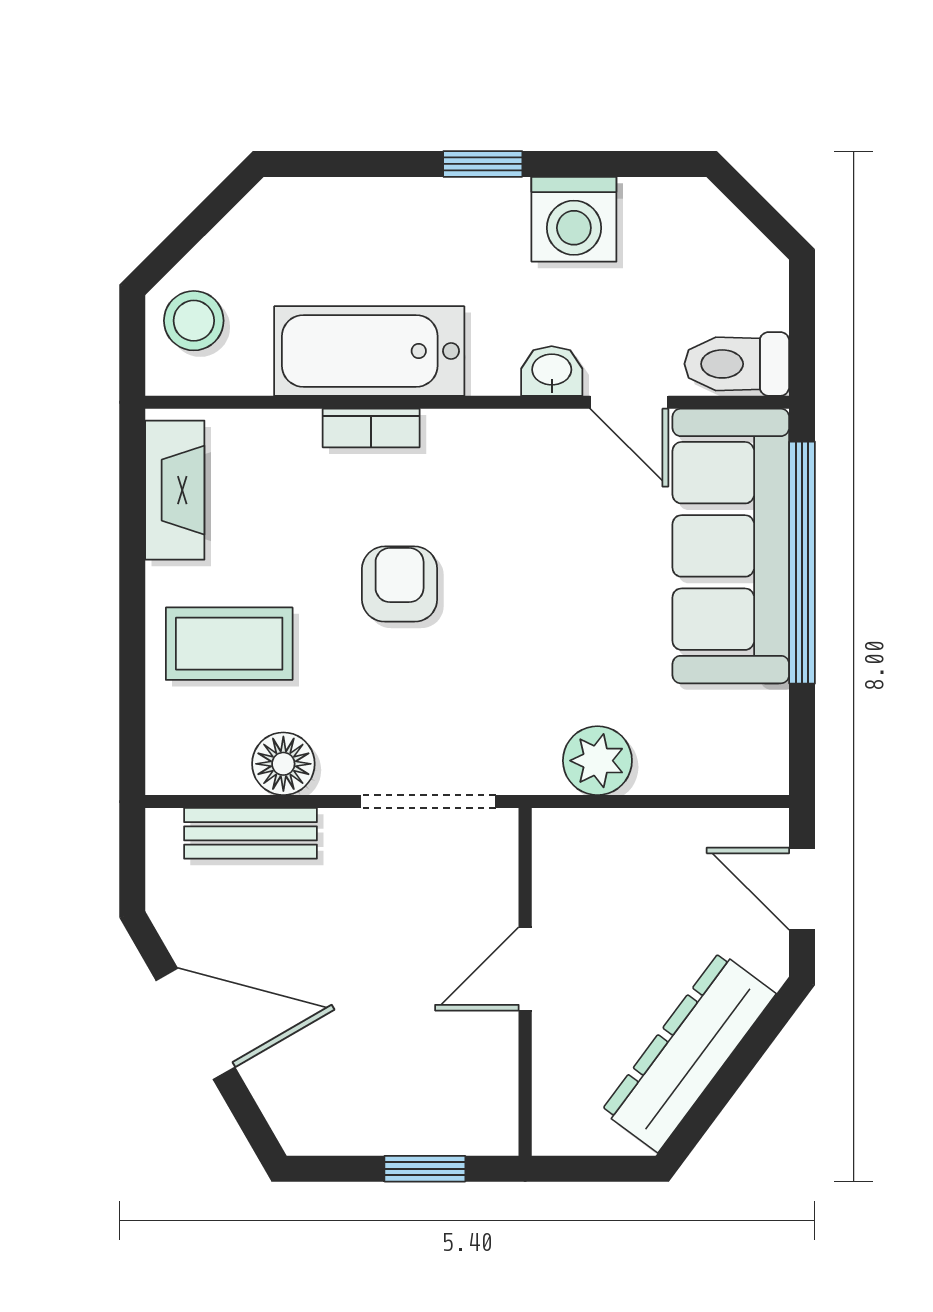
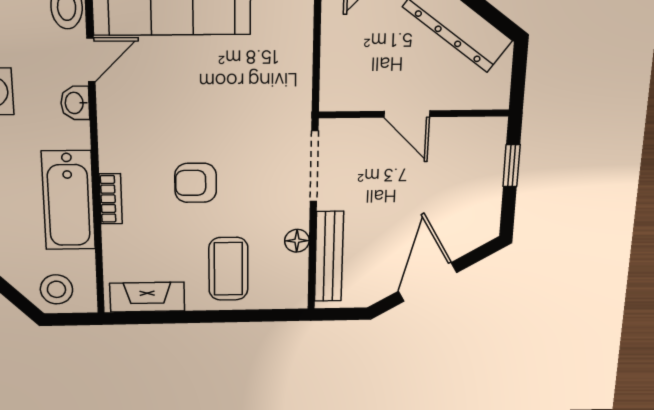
plant: (597, 761) -> (293, 76), removed
floor lamp: (283, 764) -> (297, 241), width x0.73, depth x0.73
bench: (250, 833) -> (329, 257), width x1.36

